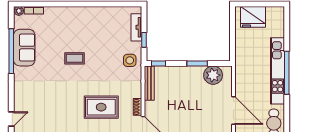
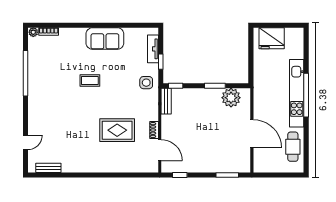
sofa: (24, 48) -> (105, 39), moved, turned 90
bench: (149, 83) -> (166, 101), width x0.73

